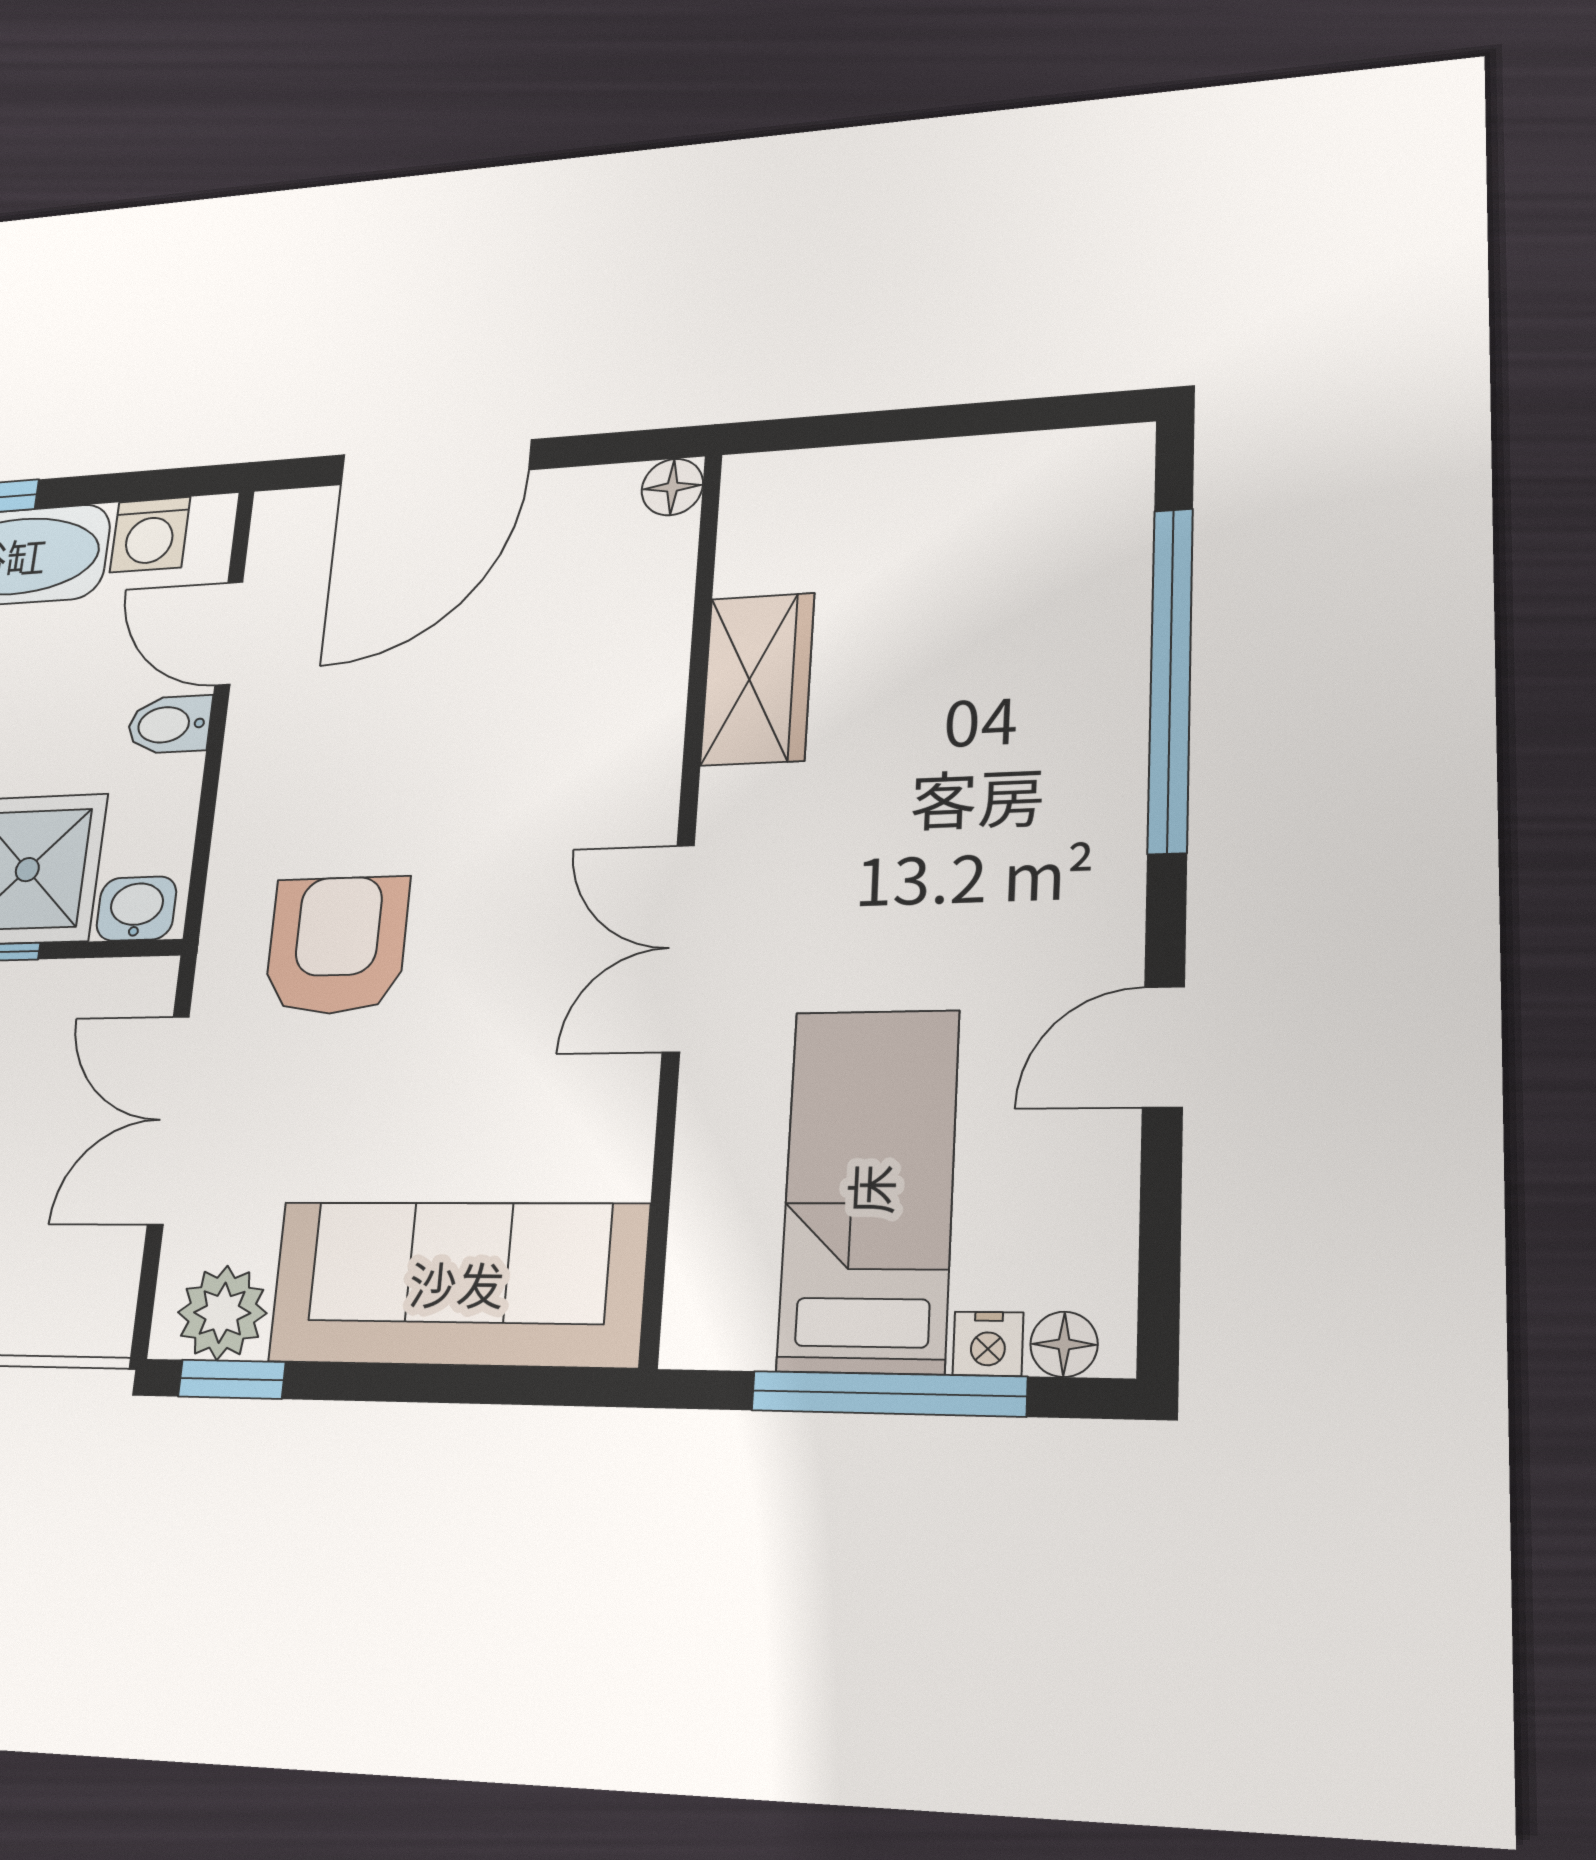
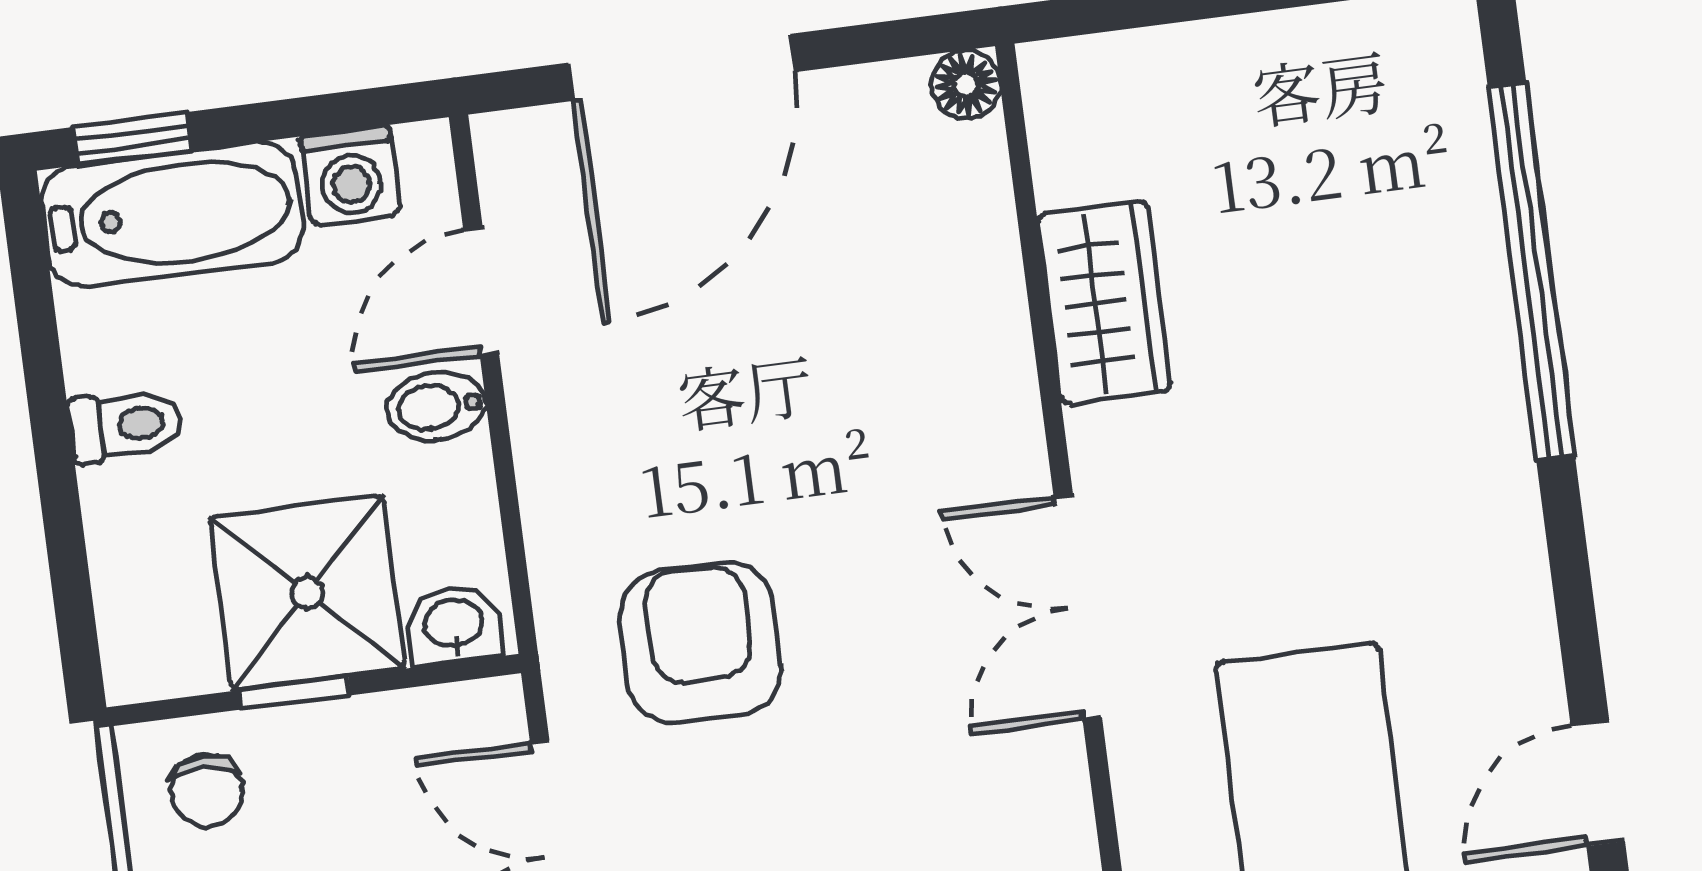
door: (229, 633) -> (481, 291), hinge flipped
door: (1164, 1047) -> (1598, 783), moved

